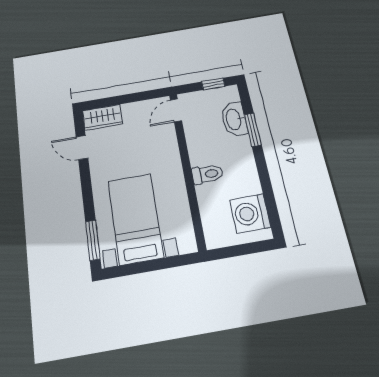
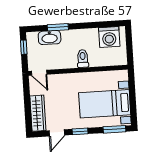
wardrobe: (102, 117) -> (38, 113), width x1.50
window: (86, 183) -> (80, 131), added

